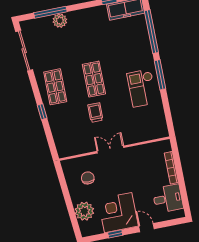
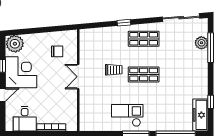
plant: (60, 21) -> (201, 43), moved
double door: (110, 149) -> (78, 77), swing flipped
plant: (84, 211) -> (15, 44), moved

